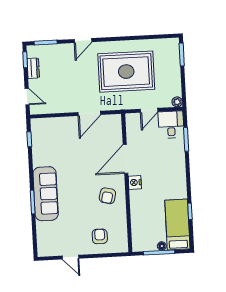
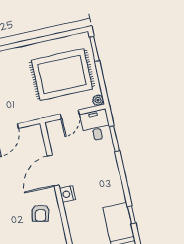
rug: (126, 72) -> (62, 75), moved

